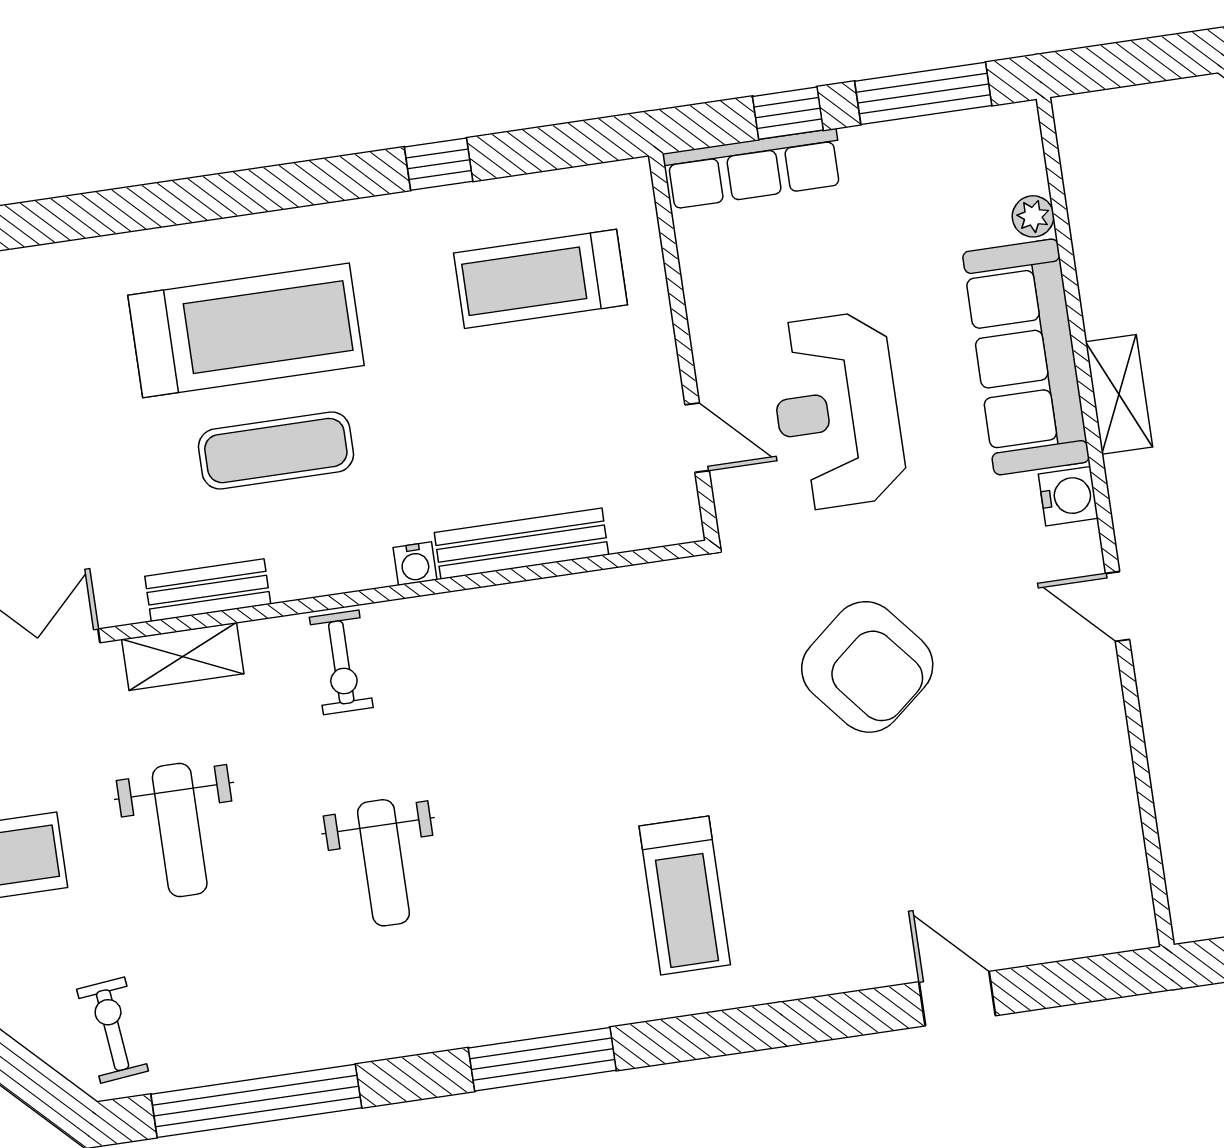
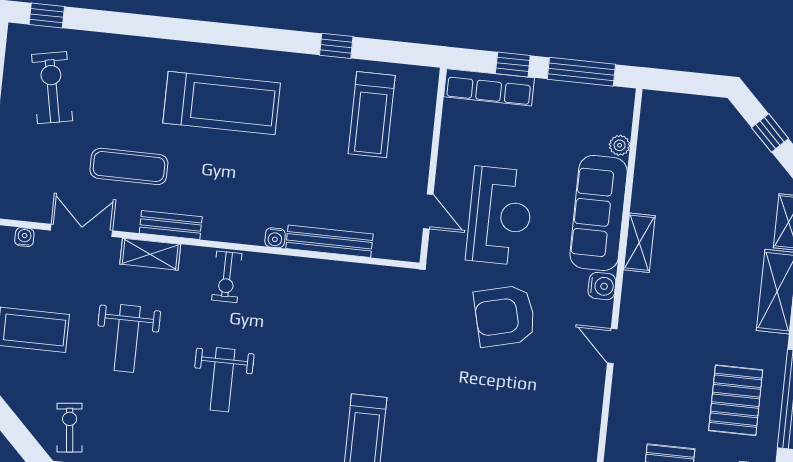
treadmill: (541, 279) -> (372, 115), turned -90
reception desk: (837, 411) -> (500, 216), turned 180
exercise mat: (276, 451) -> (129, 166), moved
armchair: (867, 667) -> (505, 316), moved, turned 116

